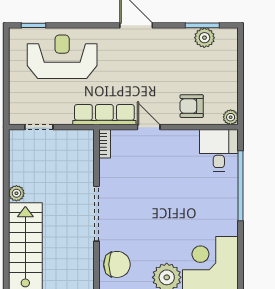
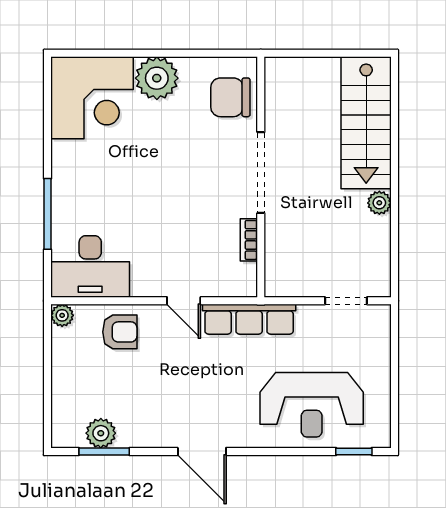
bookcase: (105, 144) -> (249, 240), moved
desk: (219, 150) -> (90, 266), width x1.37
window: (240, 186) -> (47, 214), width x0.68

